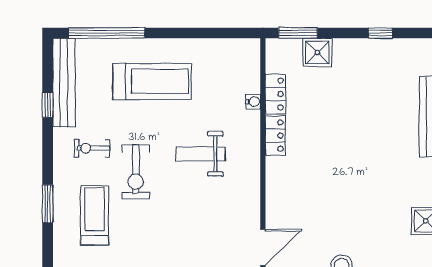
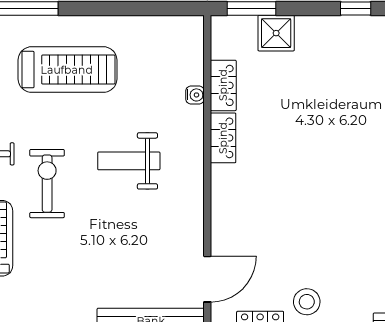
exercise bike: (136, 172) -> (47, 184), turned 180

